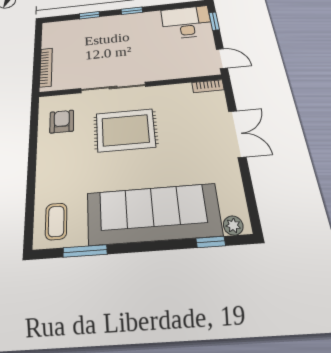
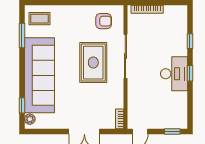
desk: (186, 22) -> (174, 74), moved

